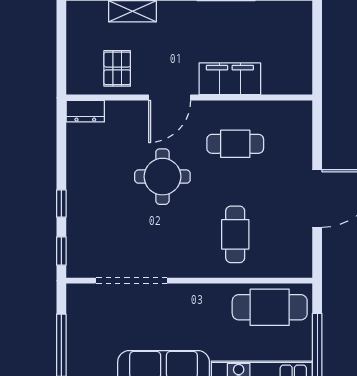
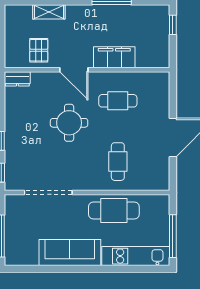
window: (317, 30) -> (173, 25), added
door: (170, 98) -> (74, 70), hinge flipped
cafe table: (270, 307) -> (114, 211), moved

